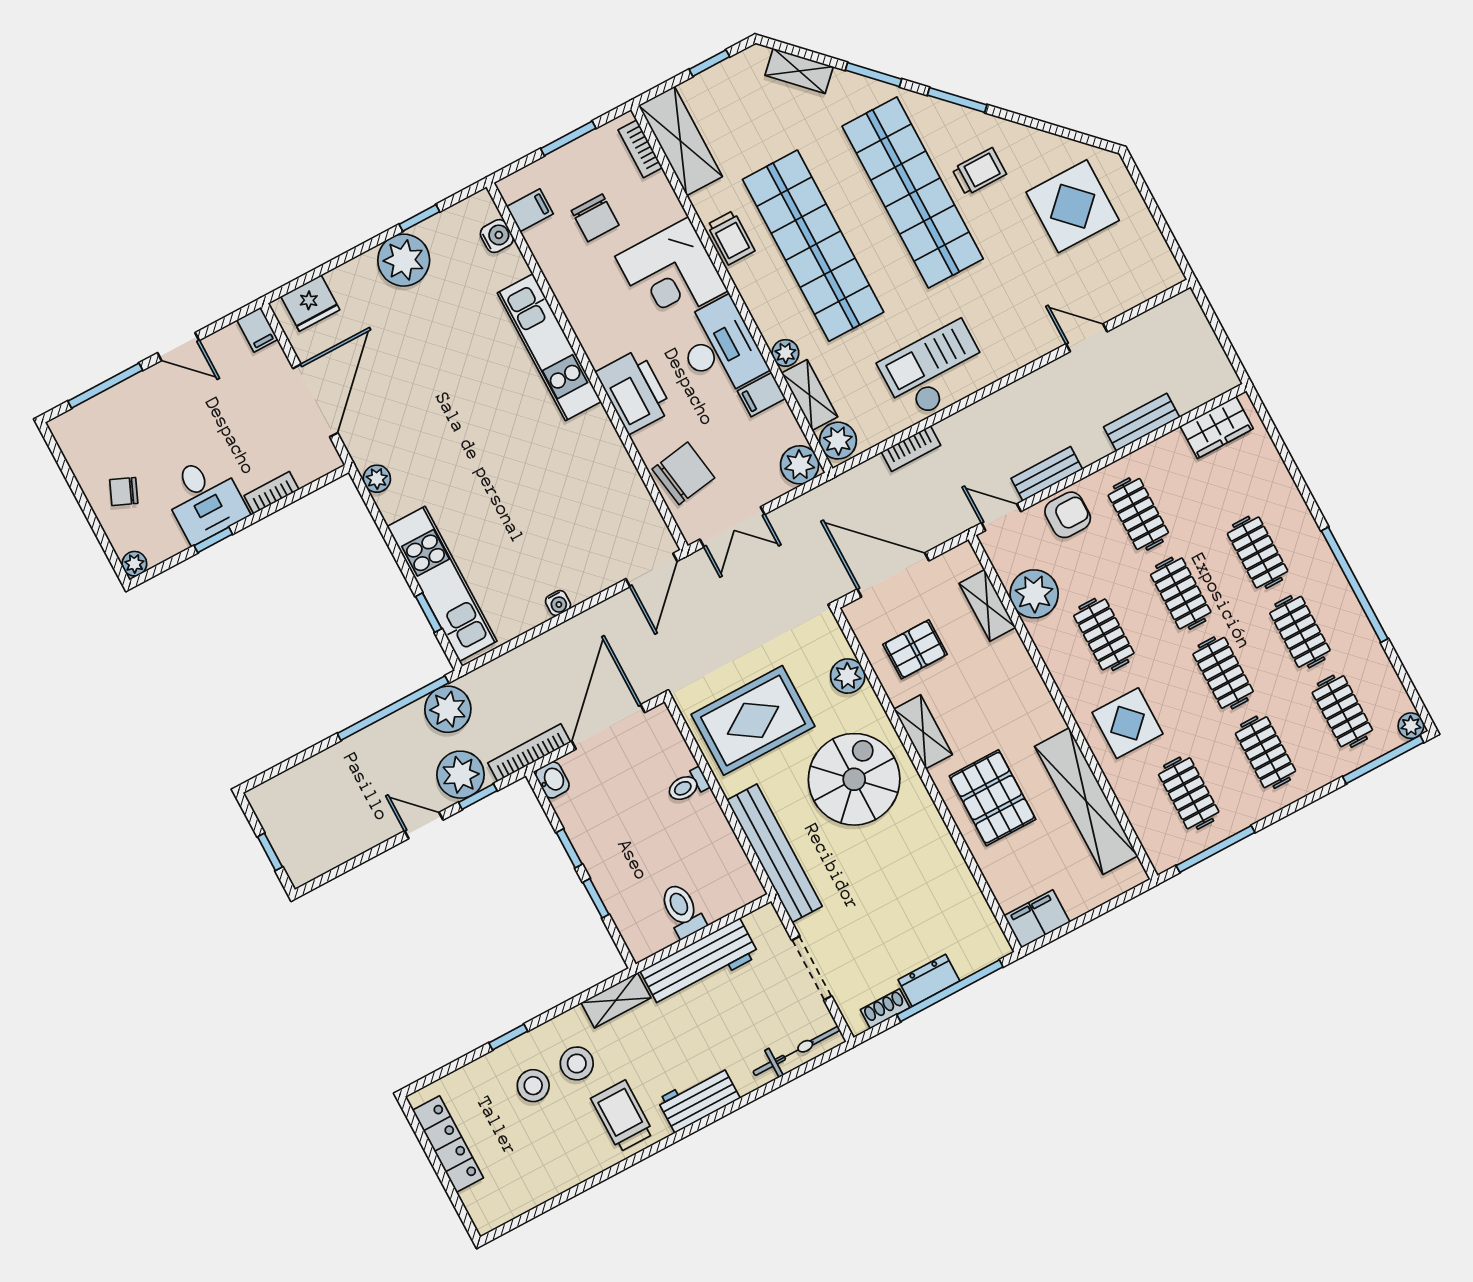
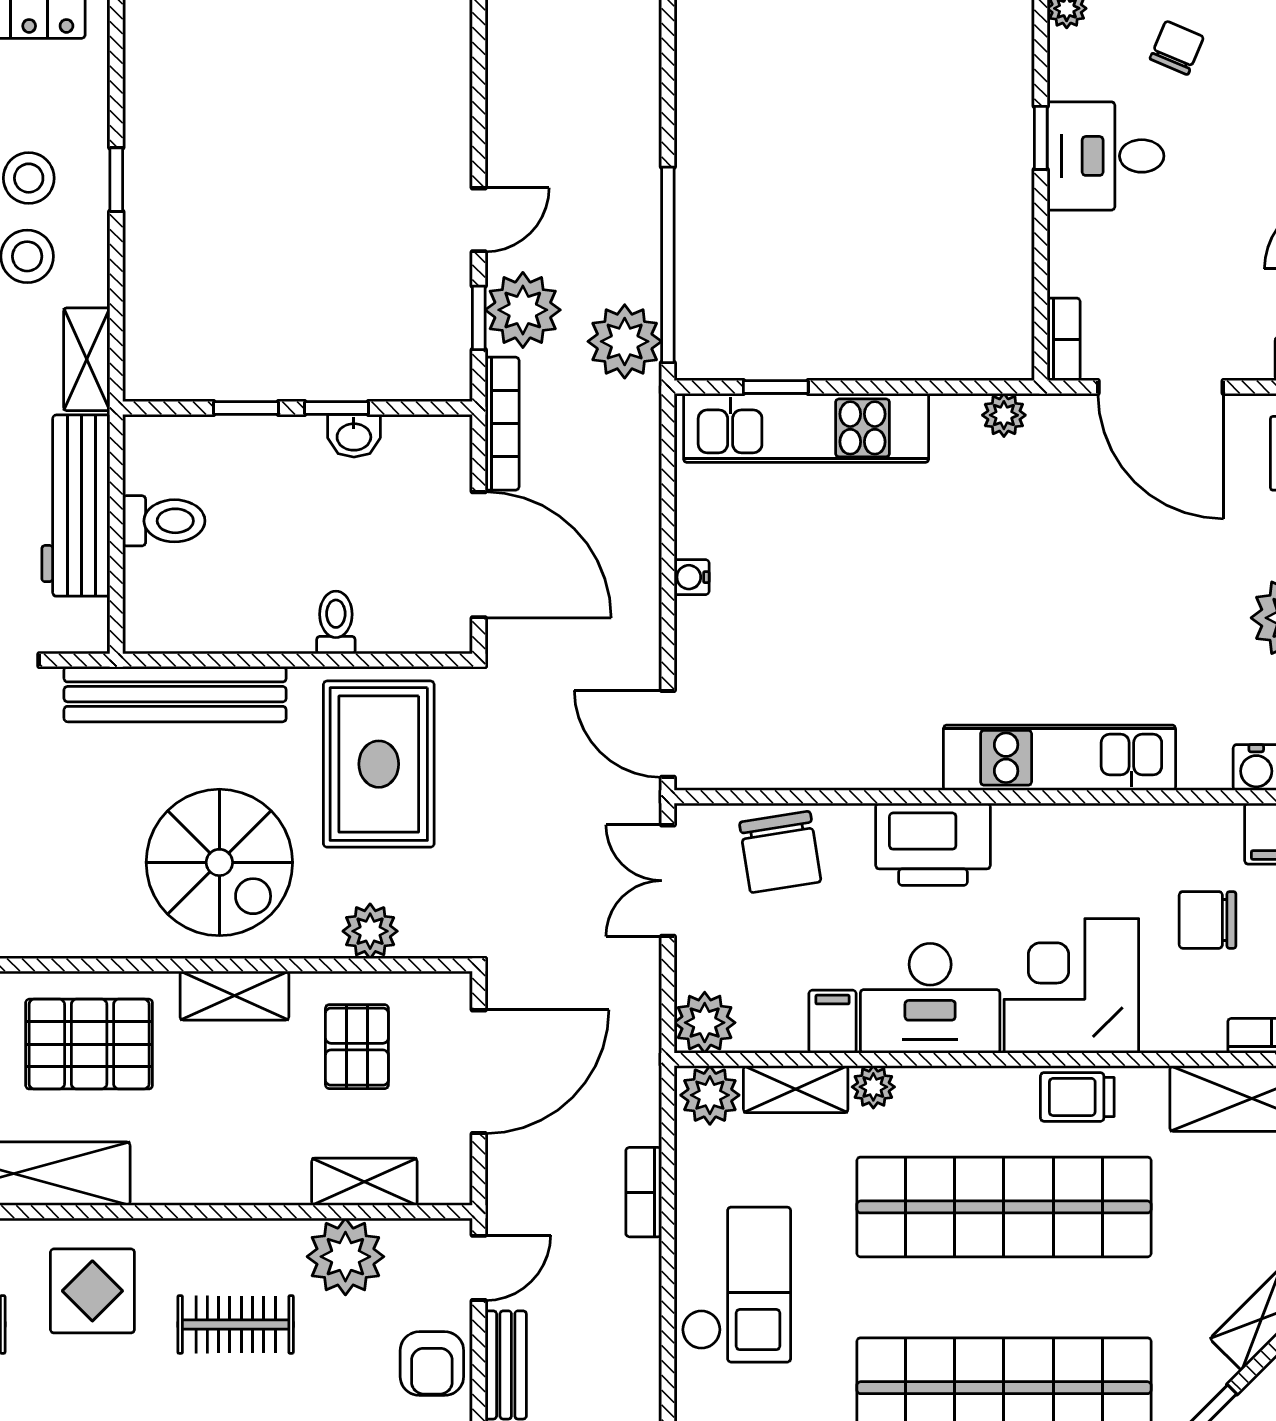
bookcase: (272, 493) -> (1064, 339), moved
washbasin: (552, 780) -> (354, 436), moved

